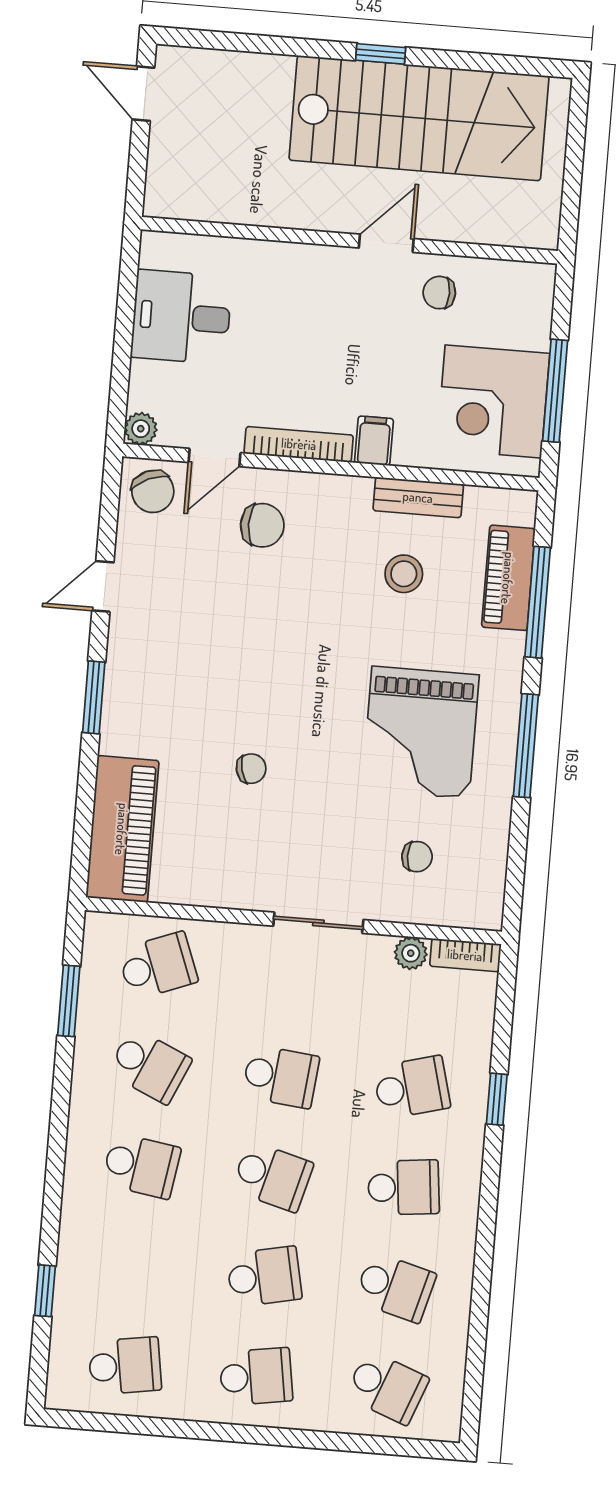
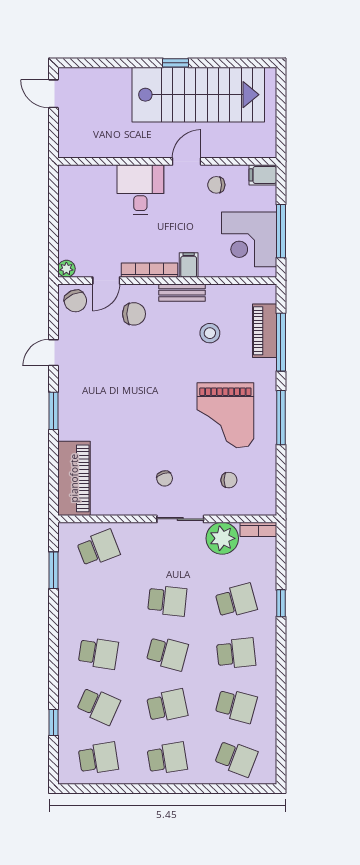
filing cabinet: (530, 281) -> (263, 175), added
desk: (181, 317) -> (140, 190), moved, turned 90
bench: (418, 497) -> (182, 293), moved
chair: (251, 769) -> (165, 478), moved, turned 86
plant: (411, 953) -> (222, 538), width x1.87, depth x1.87
school desk: (150, 1066) -> (98, 706), moved

